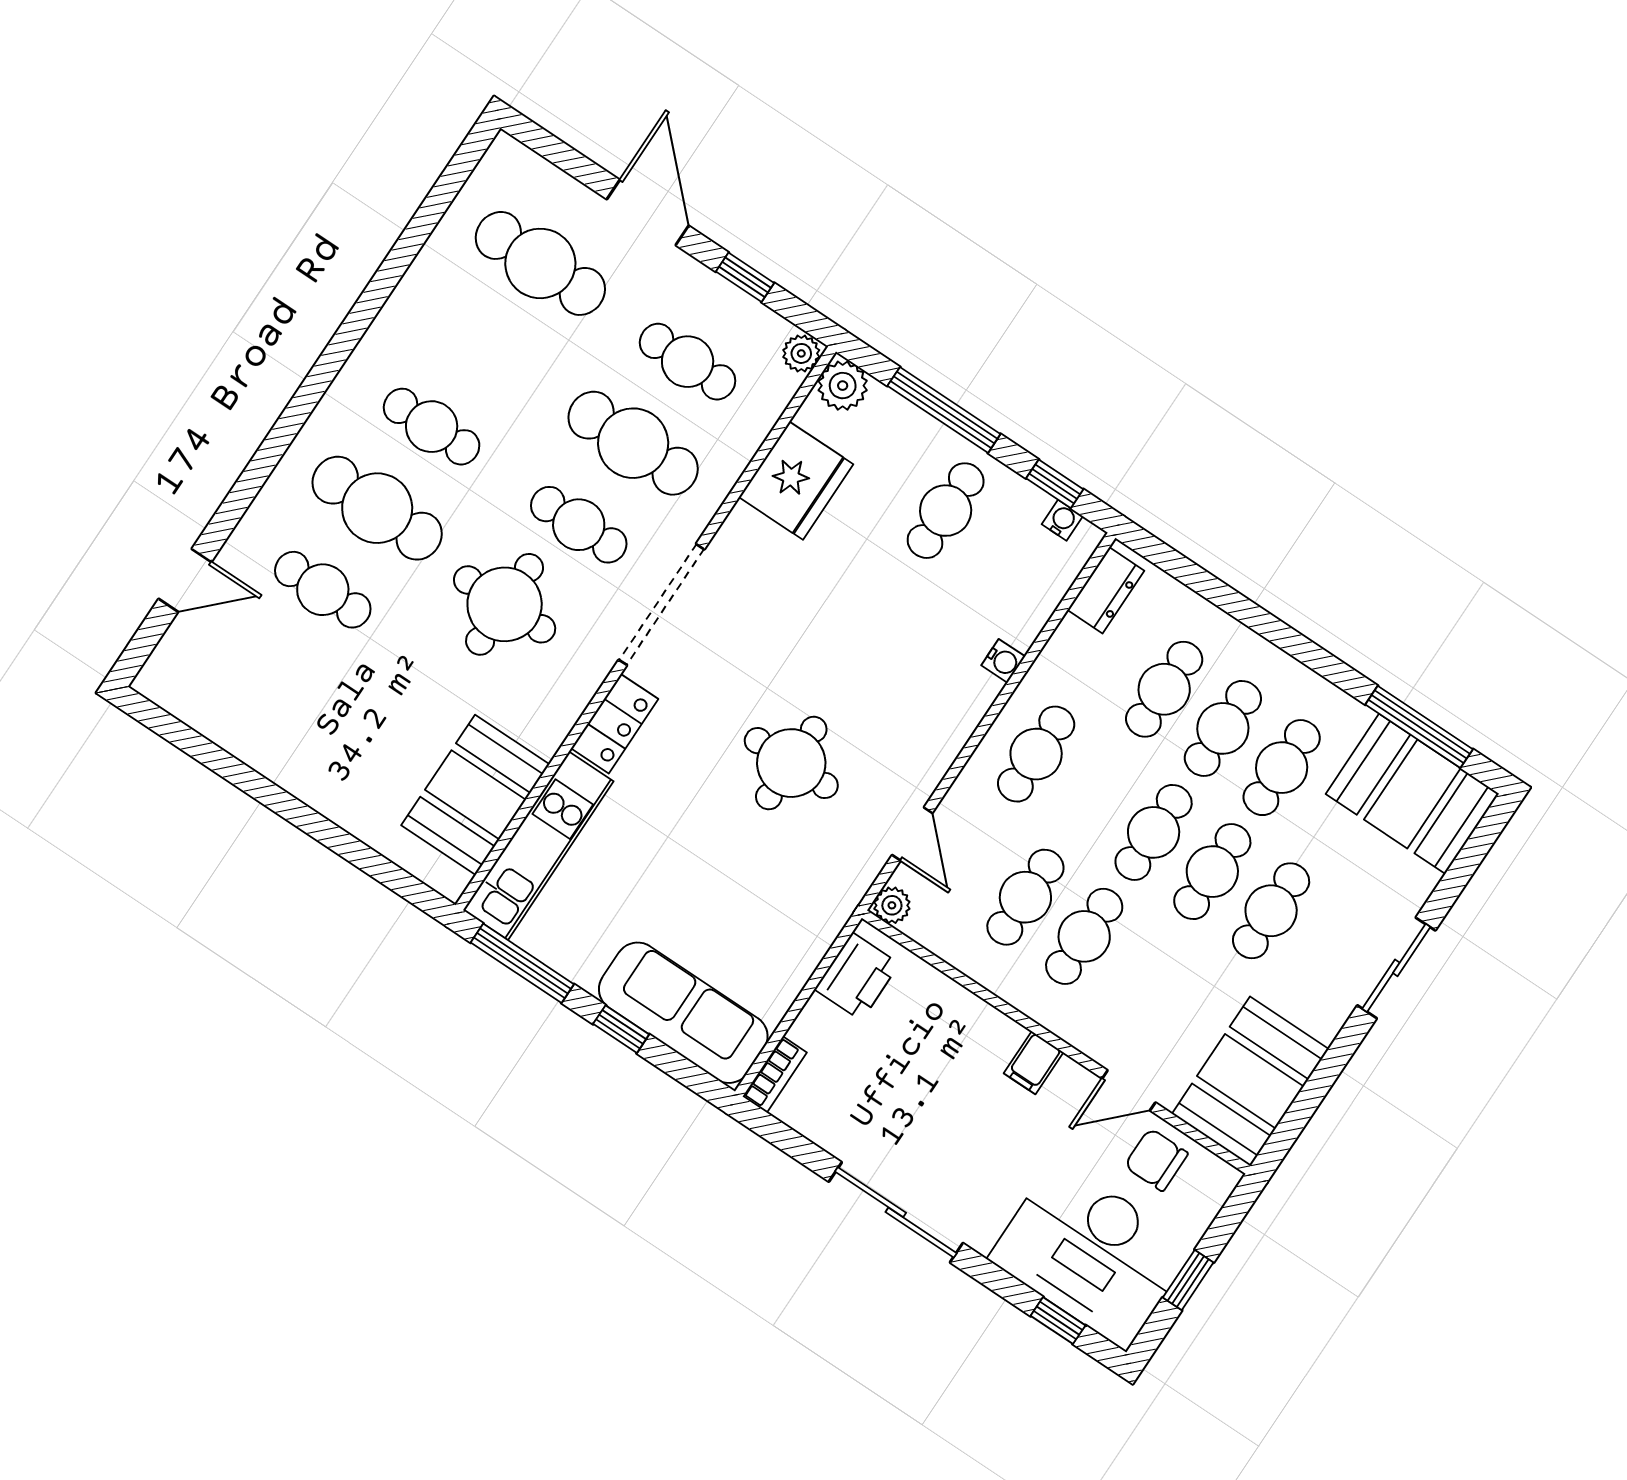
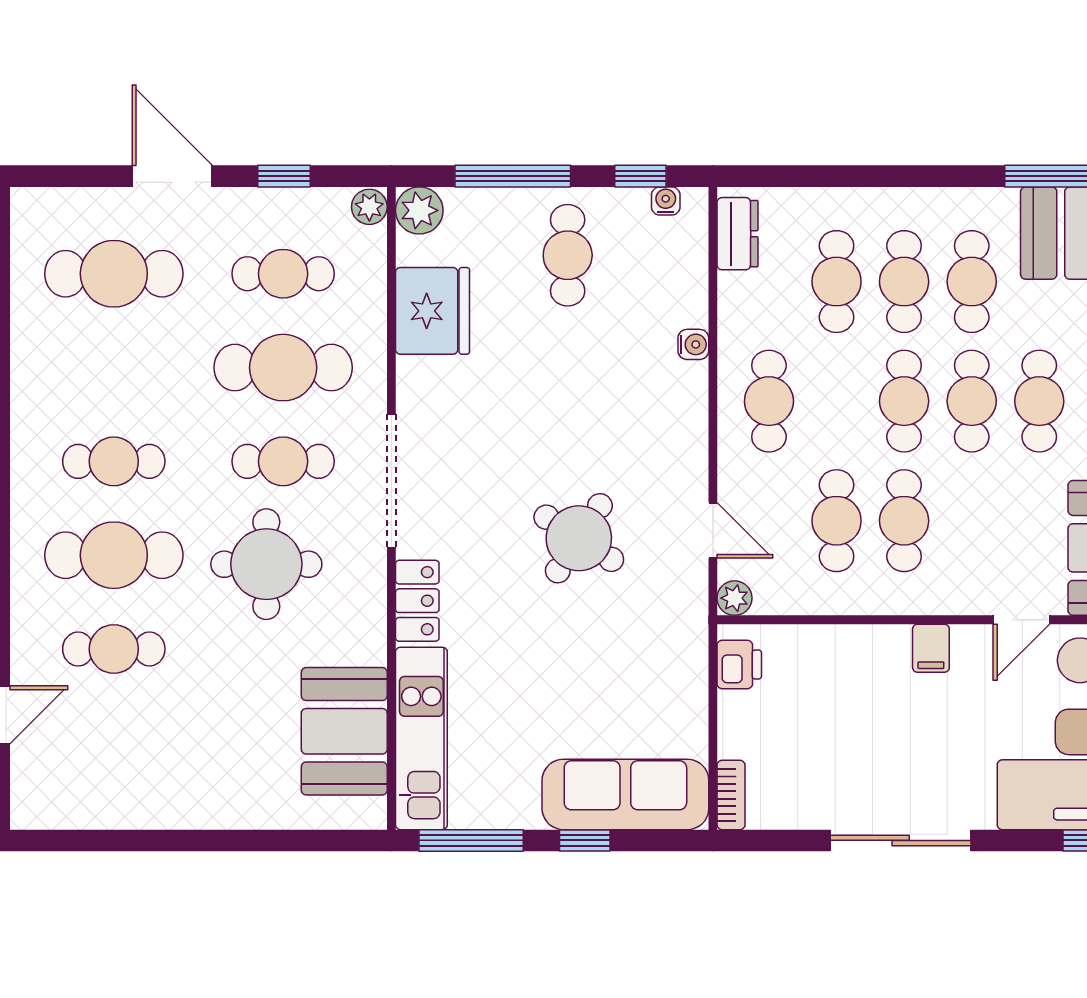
round table: (791, 763) -> (579, 538), turned 33
printer: (857, 977) -> (739, 665), width x0.73, depth x0.81

